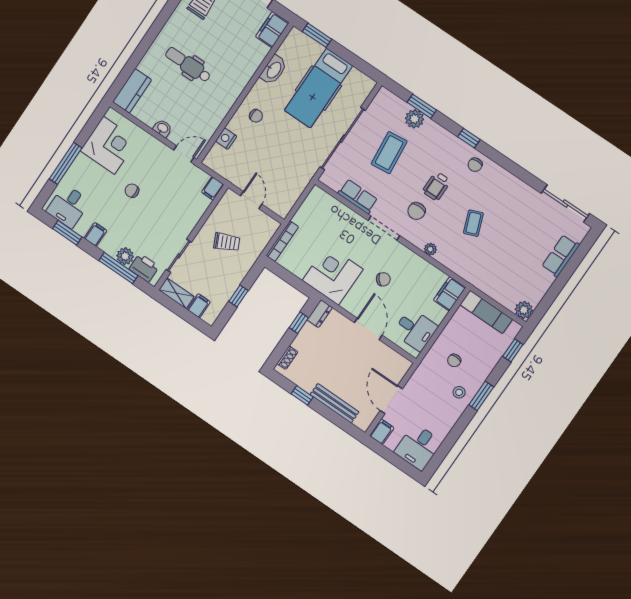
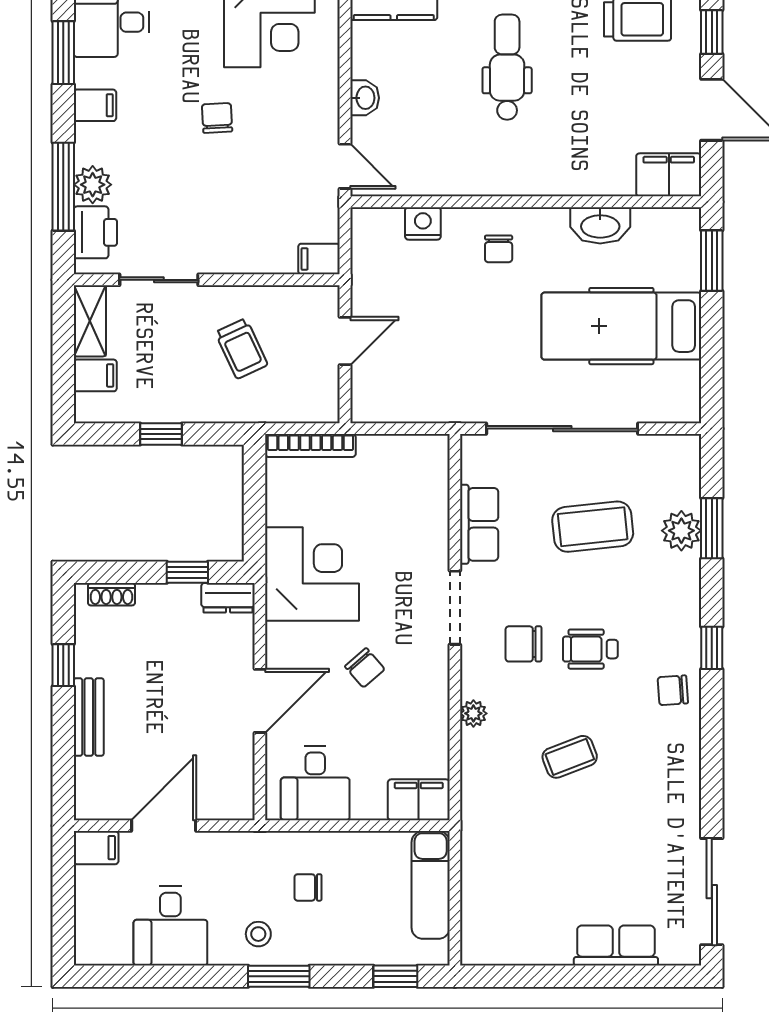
plant: (524, 310) -> (479, 947), removed
bench: (334, 403) -> (89, 717), width x0.73
desk: (418, 447) -> (170, 926), moved, turned -90

